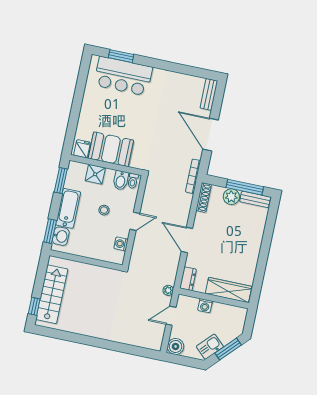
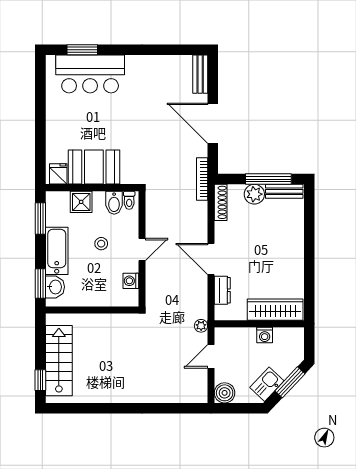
dresser: (188, 279) -> (222, 290), moved
washing machine: (205, 306) -> (265, 335), moved

